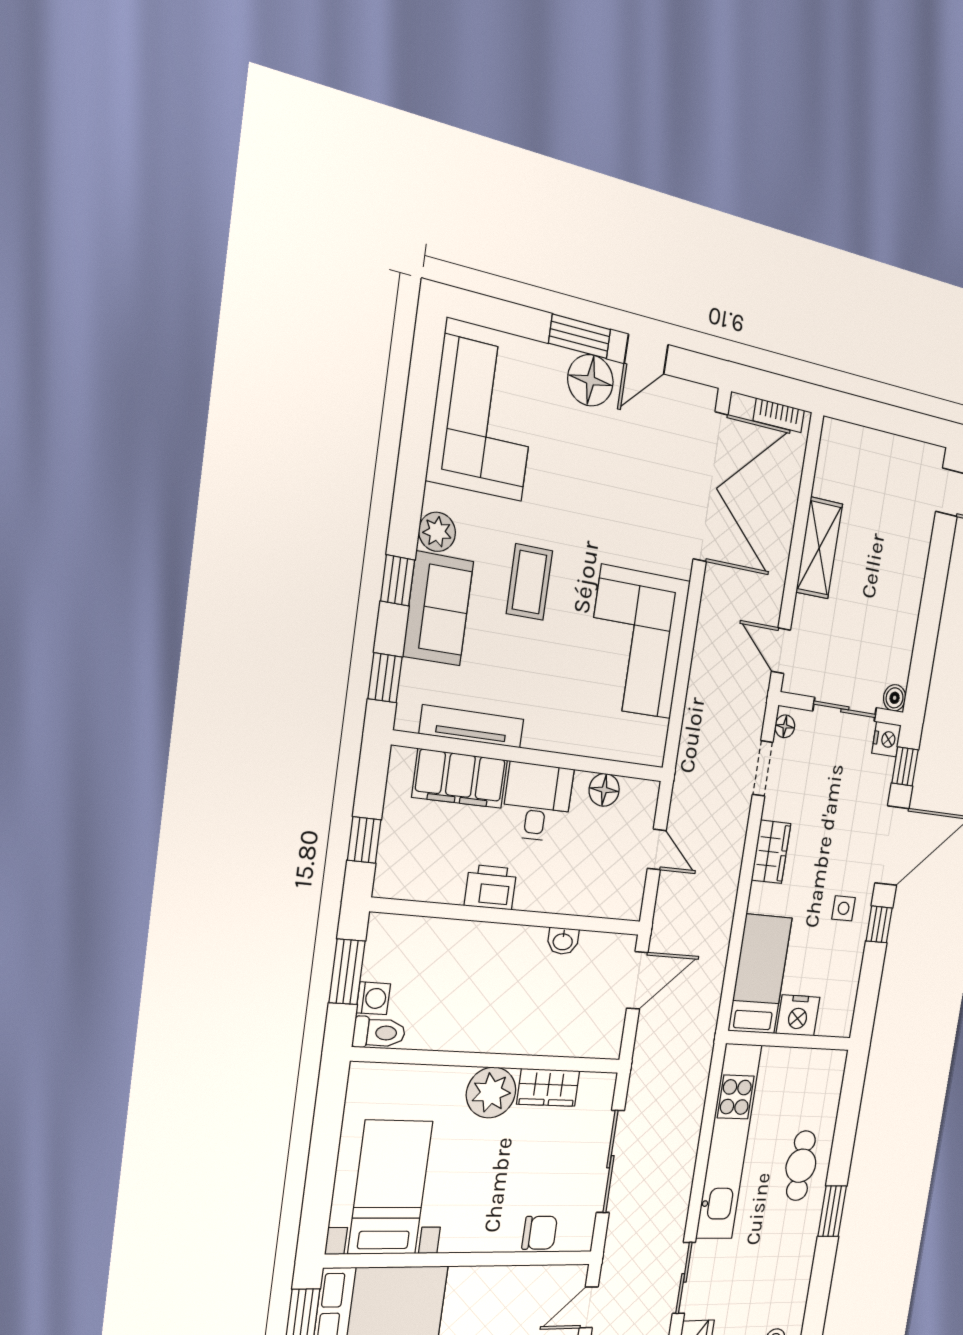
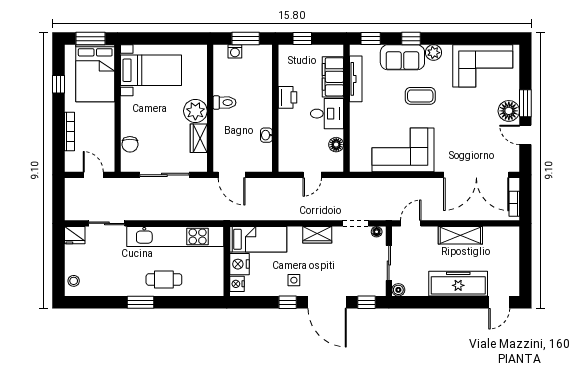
freezer: (904, 571) -> (458, 284), added
nightstand: (886, 739) -> (237, 284), moved, turned 90
door: (637, 980) -> (232, 175), moved
toilet: (379, 1033) -> (224, 103), moved, turned -90

